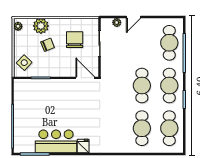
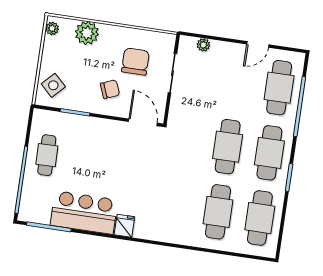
door: (133, 17) -> (258, 44), moved
chair: (48, 45) -> (110, 89), moved
cafe table: (27, 108) -> (47, 155), added

